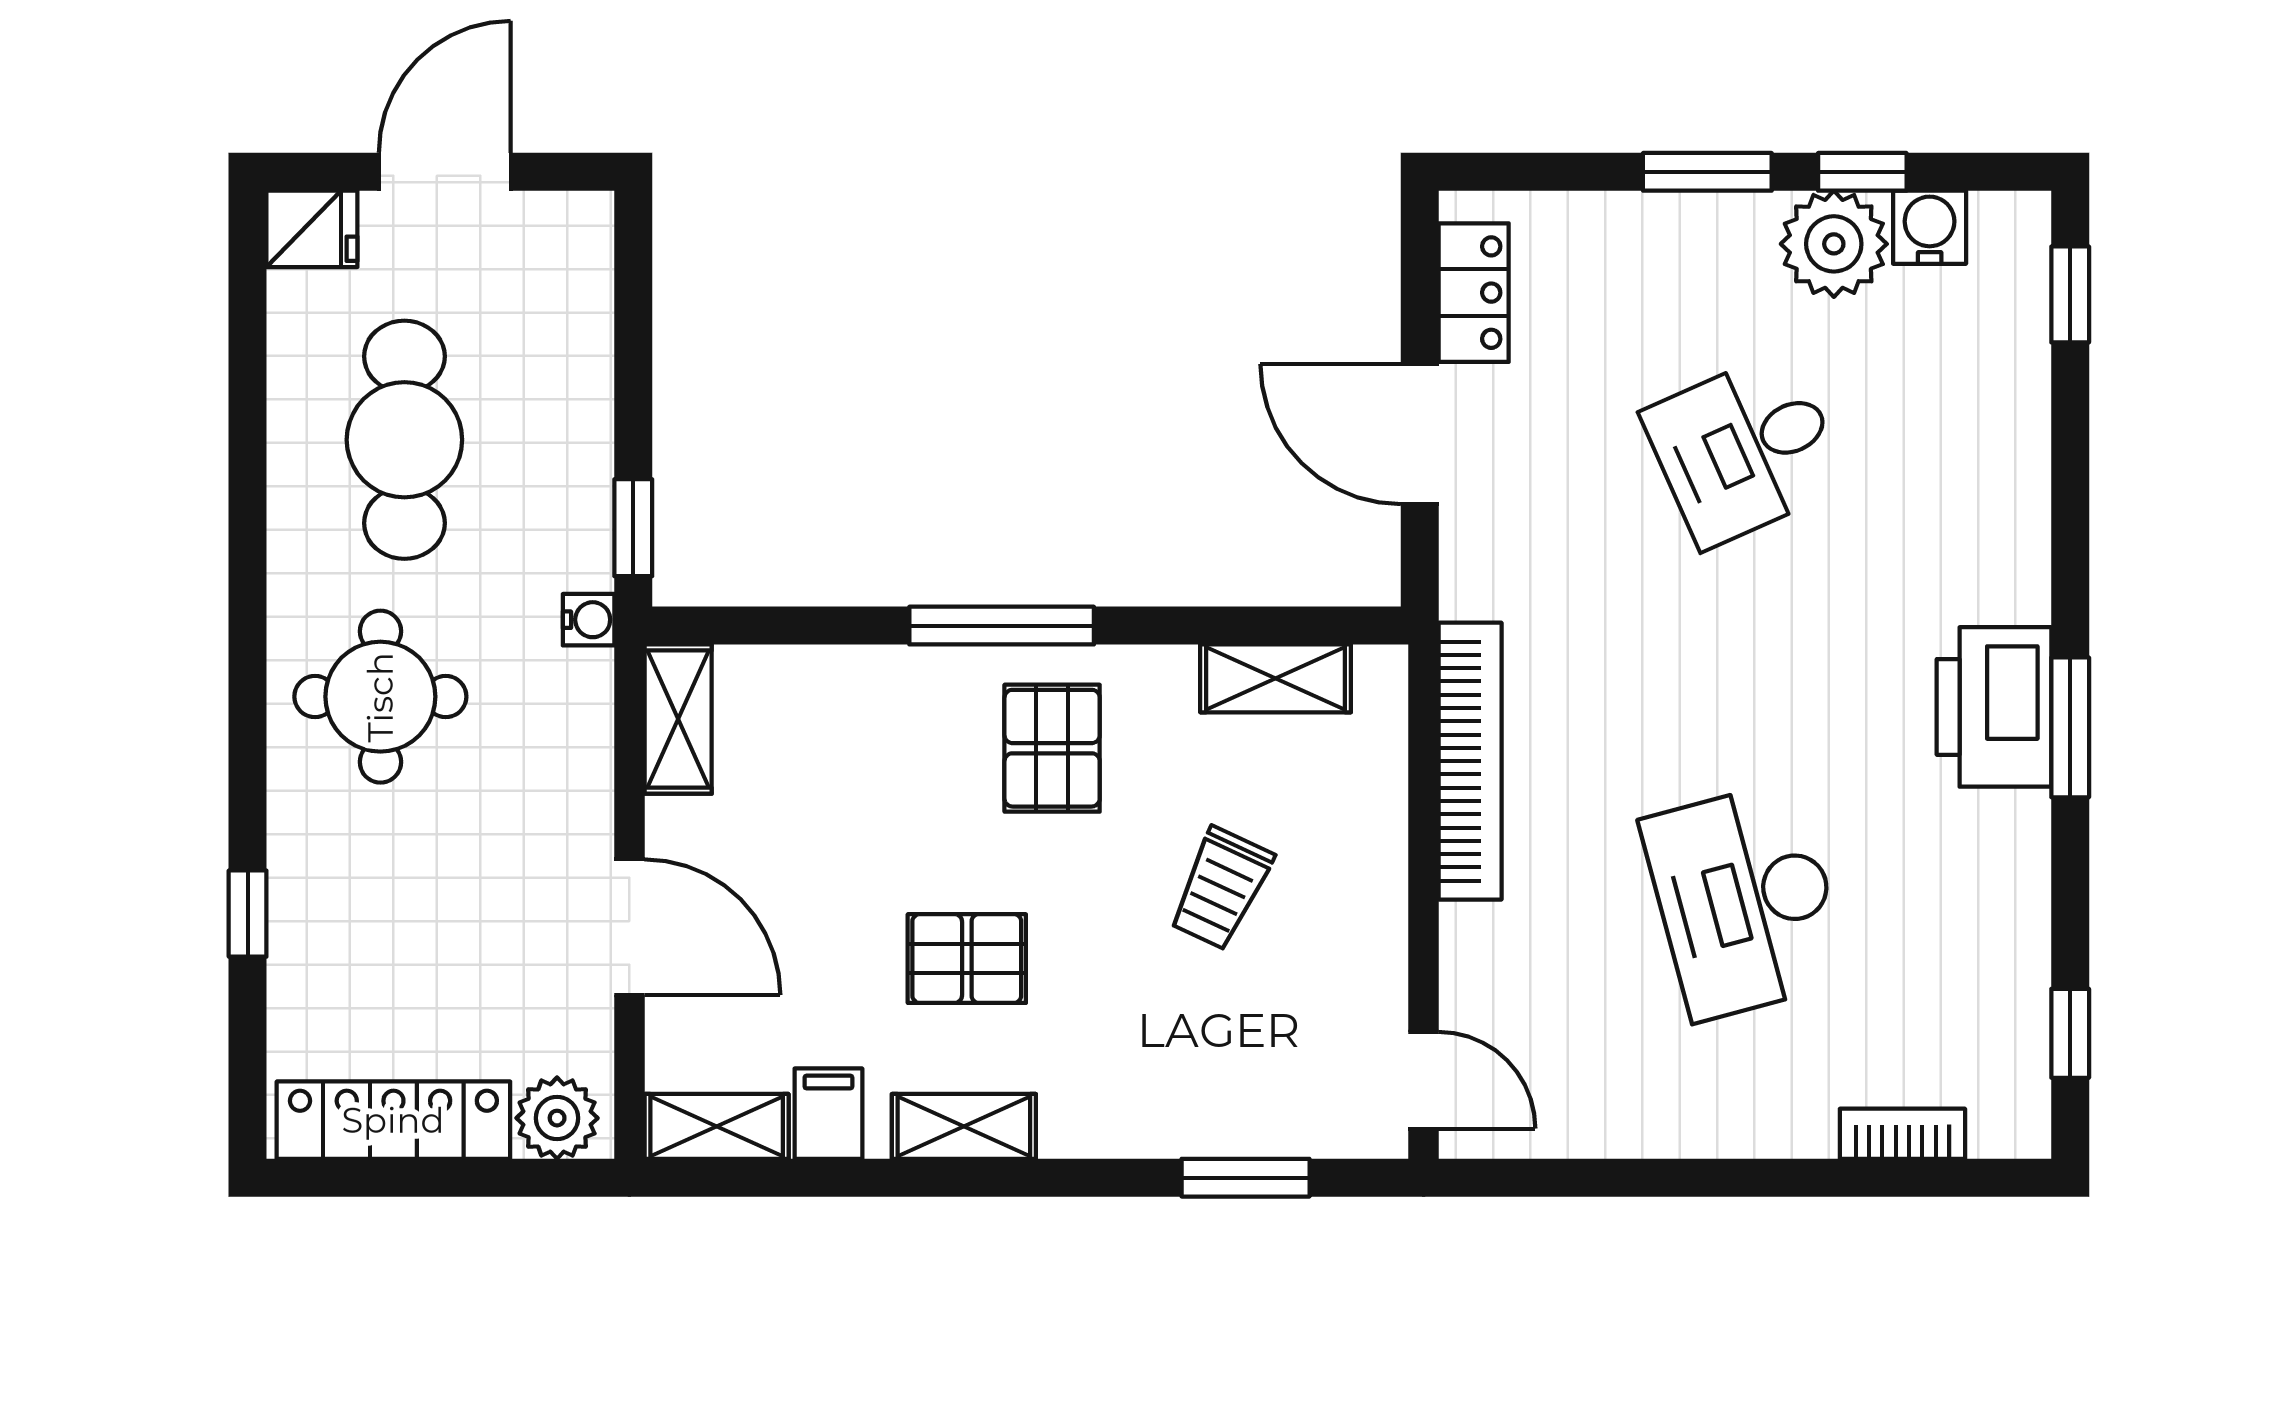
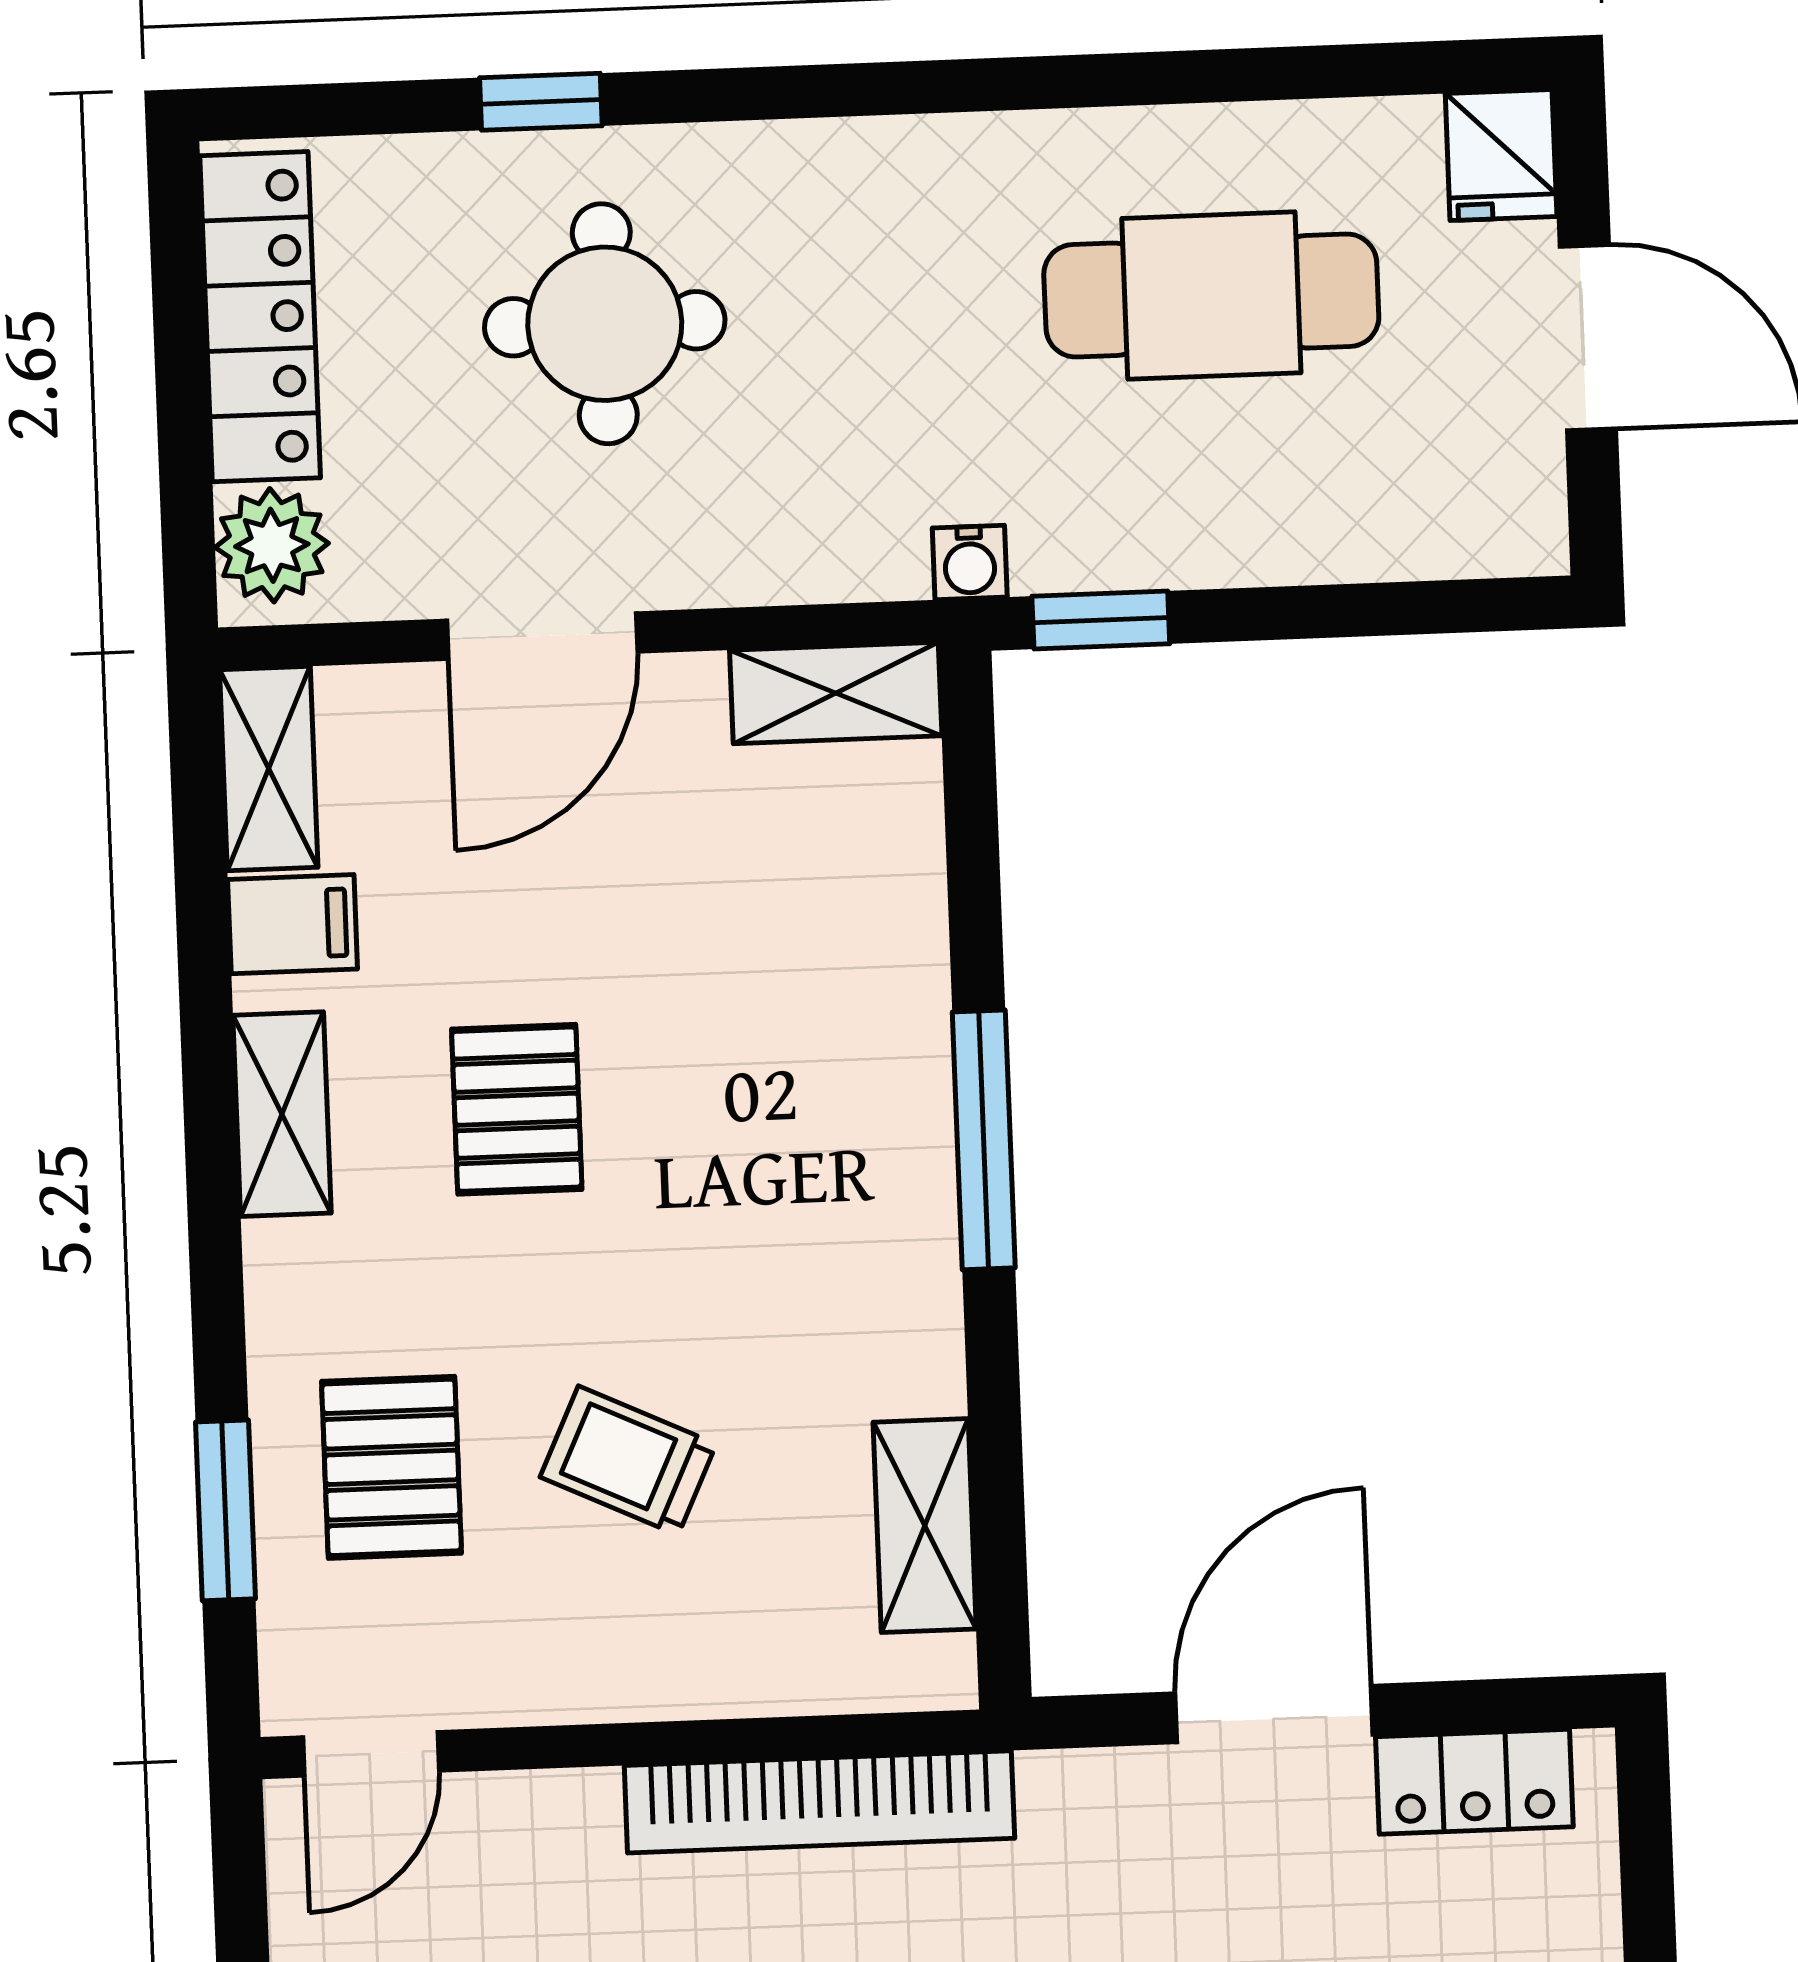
round table: (380, 697) -> (605, 324), moved
pallet: (1052, 748) -> (392, 1467), moved, turned 90

